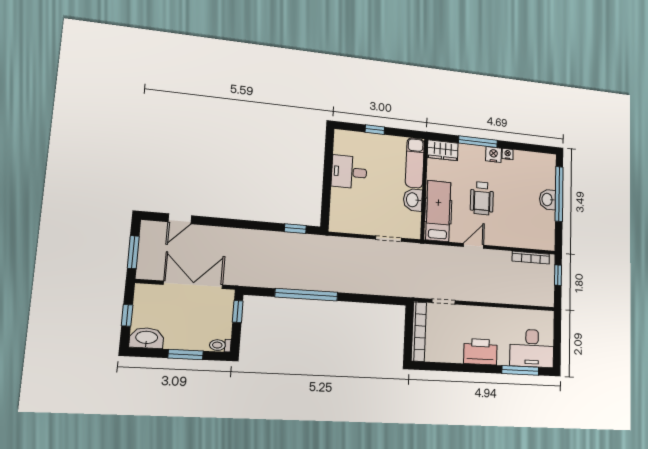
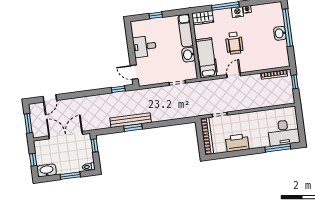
door: (326, 207) -> (134, 72), added
bench: (305, 282) -> (131, 120), added
window: (306, 295) -> (133, 128), width x0.47
printer: (480, 352) -> (237, 143), moved

